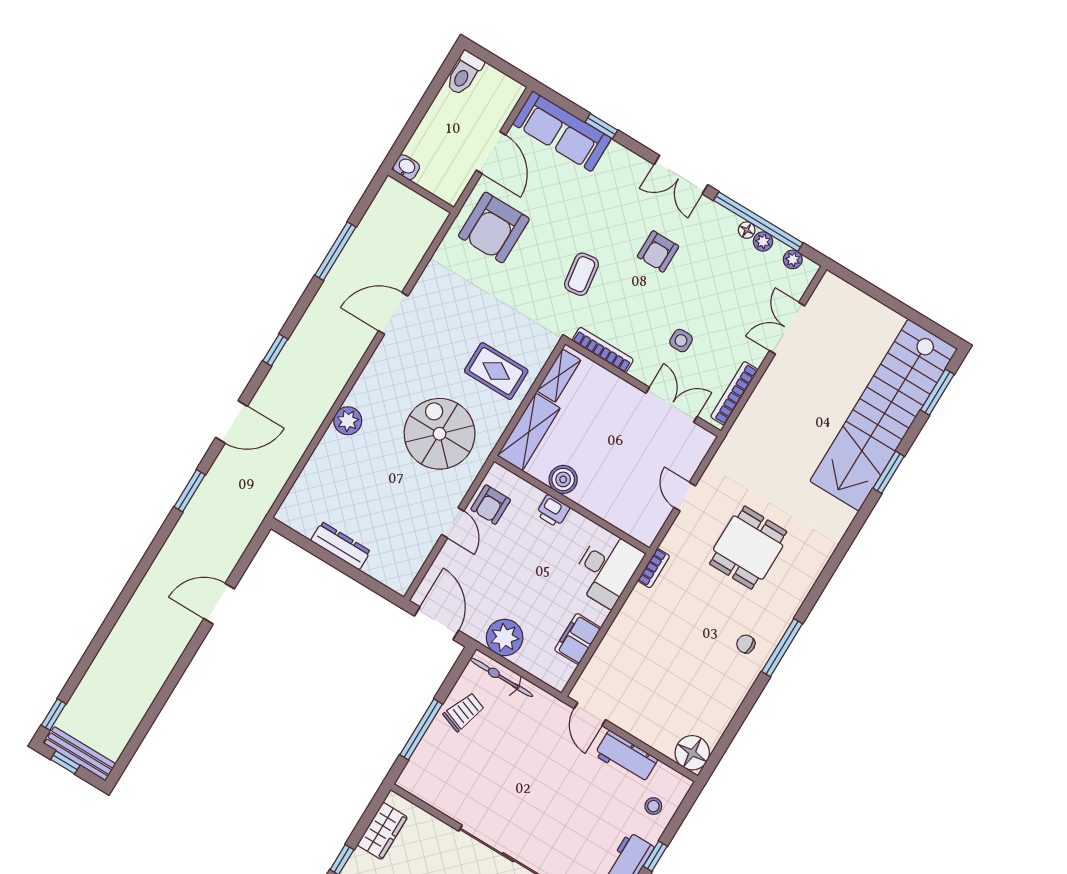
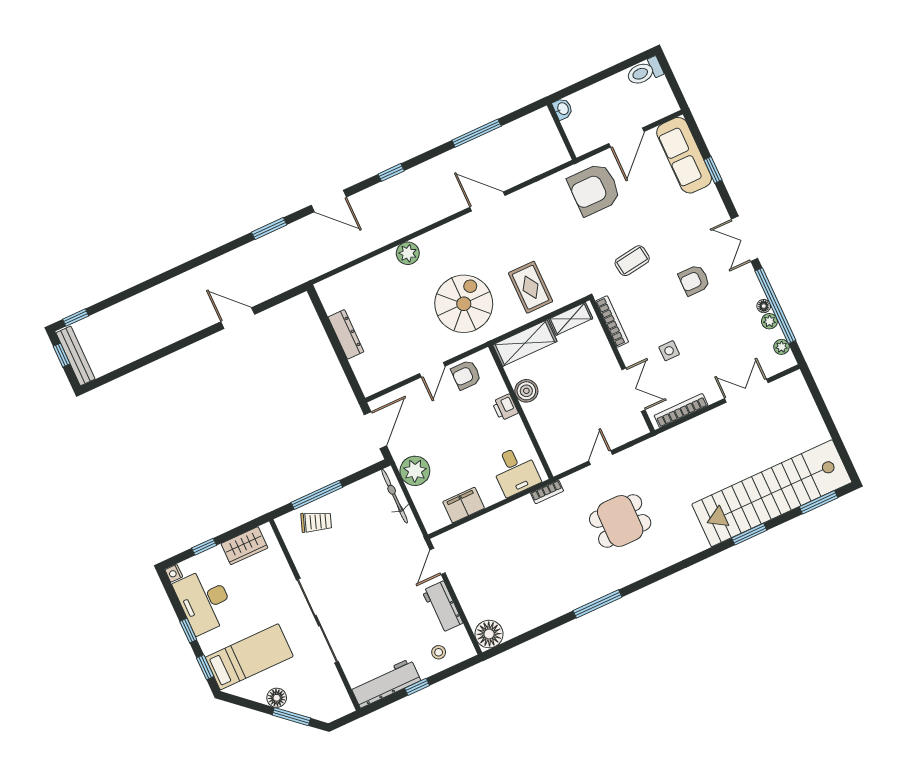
desk: (607, 569) -> (515, 471), width x0.73
chair: (746, 644) -> (575, 585), removed
trolley: (464, 712) -> (316, 522), moved

